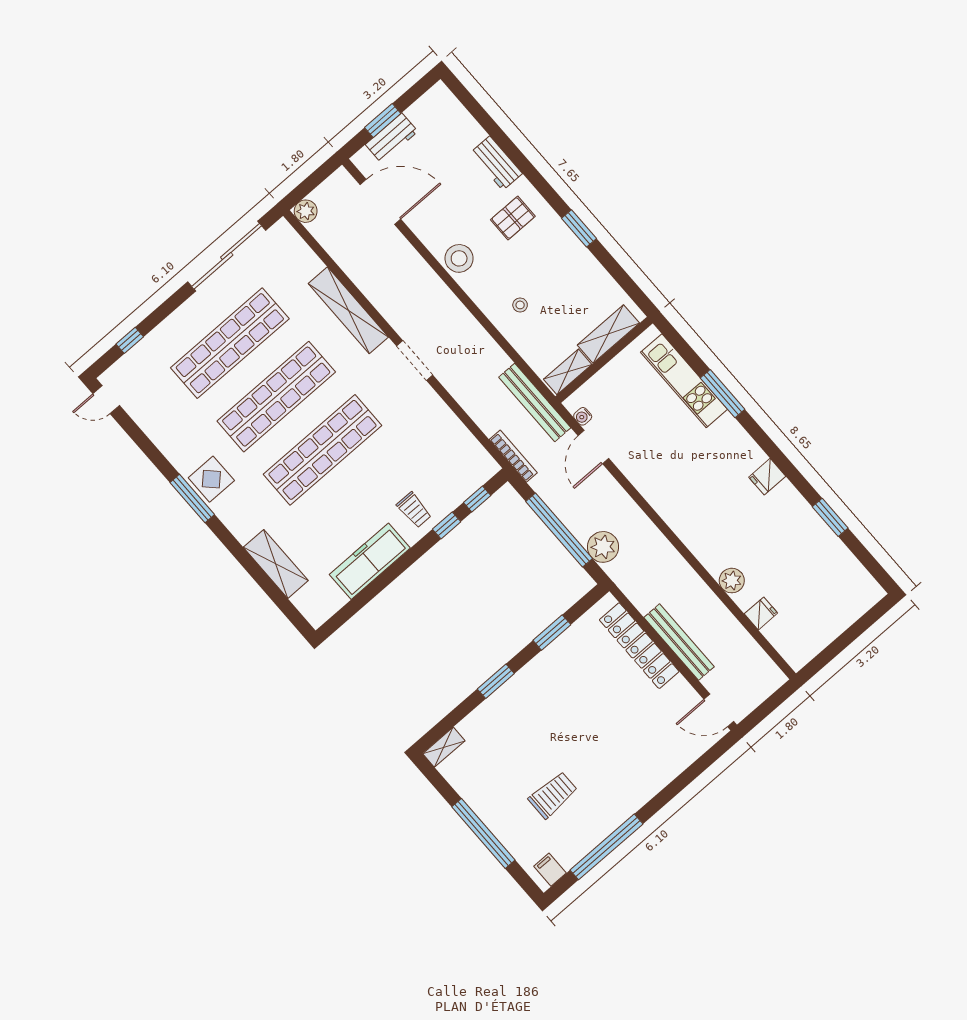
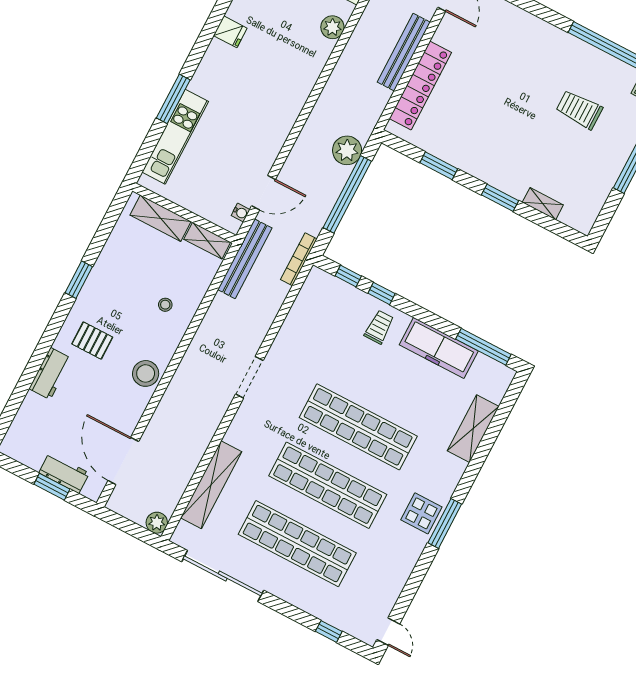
shelving: (348, 310) -> (211, 485), moved
window: (353, 606) -> (483, 347), added
shelving: (444, 747) -> (543, 204), moved

